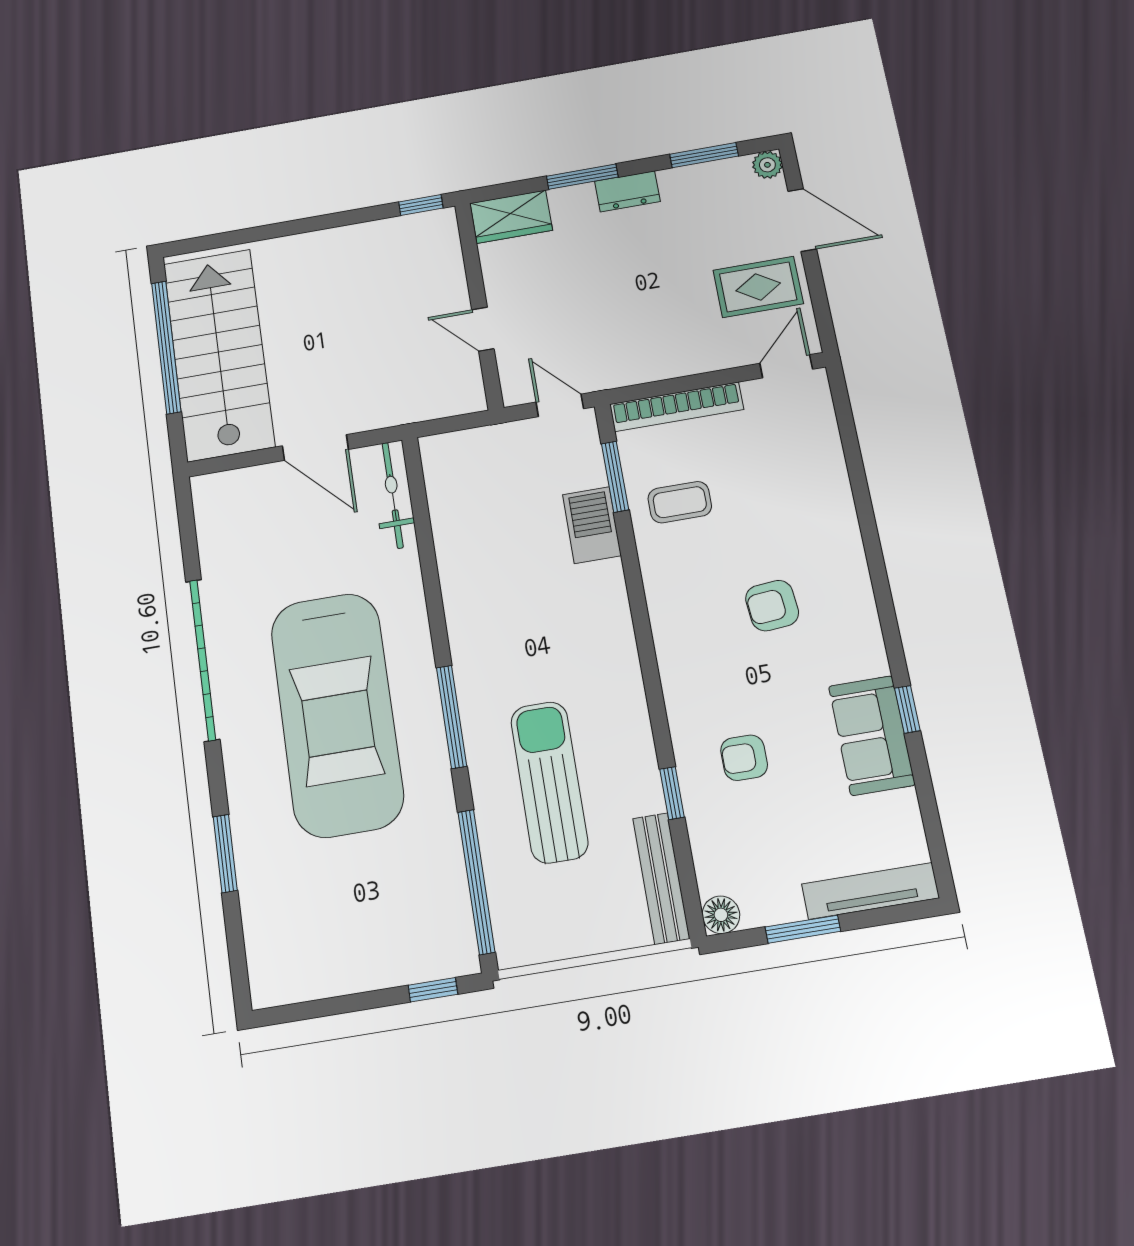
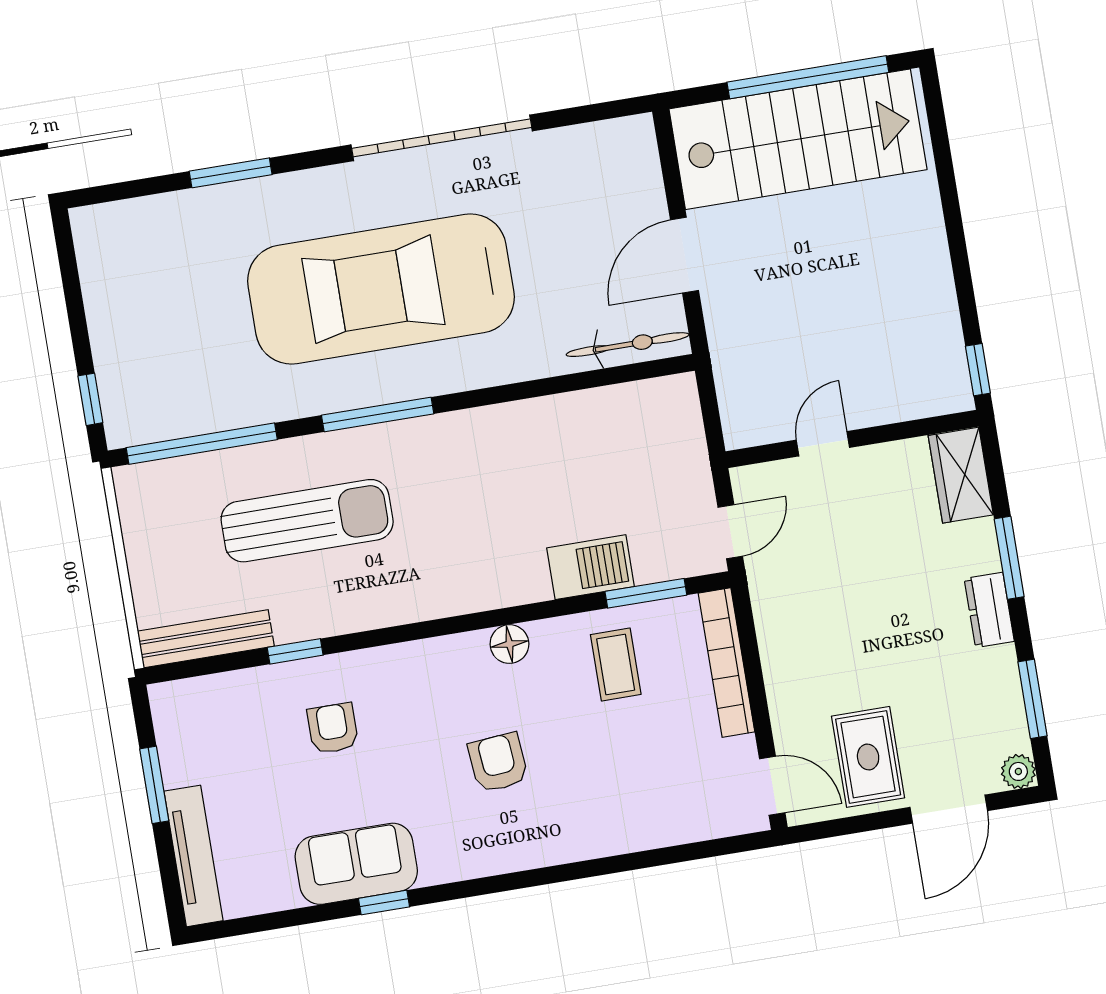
floor lamp: (721, 915) -> (509, 644), moved

